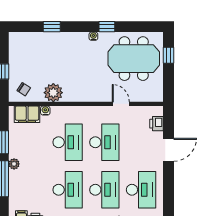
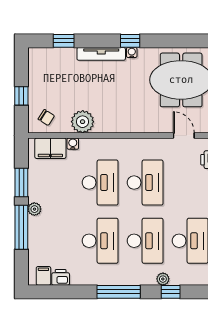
window: (52, 27) -> (64, 41), moved
window: (107, 27) -> (130, 41), moved
tv unit: (68, 37) -> (101, 54), added
door: (121, 104) -> (184, 136), moved

